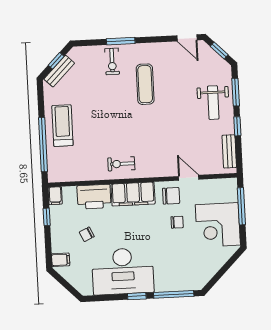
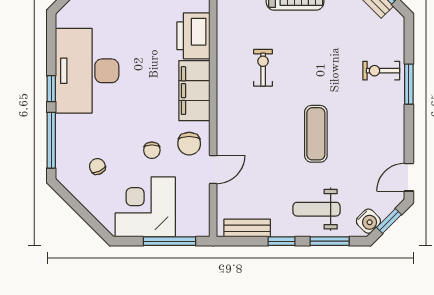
water cooler: (220, 65) -> (368, 221), added
exercise mat: (145, 84) -> (316, 134), moved, turned 90
exercise bike: (121, 164) -> (263, 68), moved
chair: (87, 234) -> (97, 166), moved

